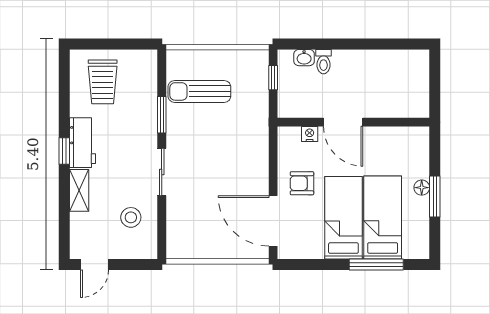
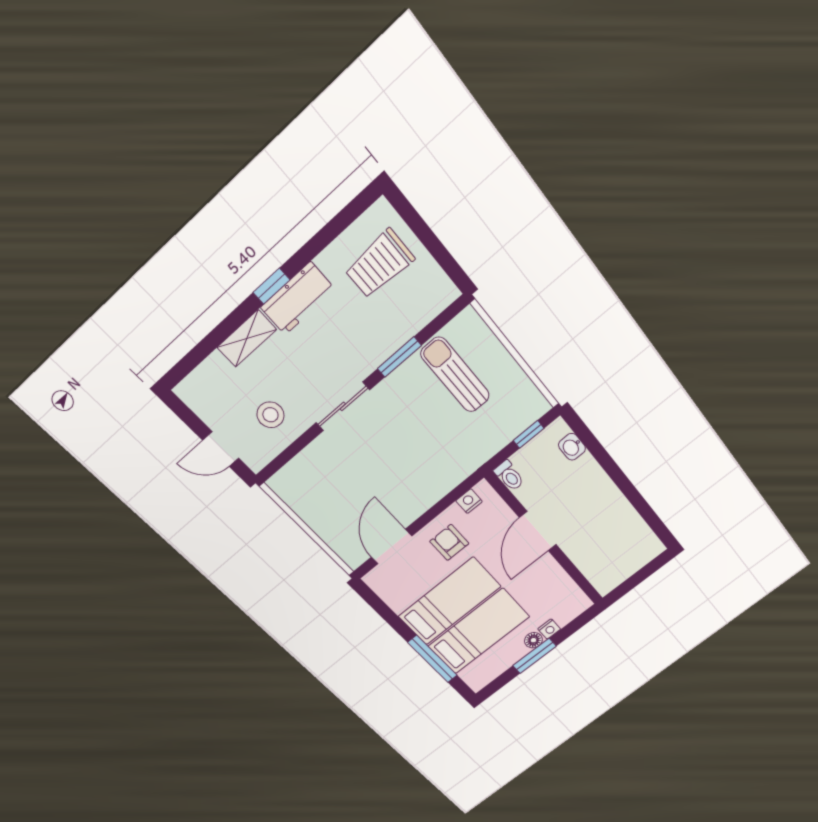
toilet: (324, 62) -> (509, 476), moved, turned -90
nightstand: (310, 134) -> (469, 501), moved, turned -90
nightstand: (422, 171) -> (549, 629), added
door: (273, 221) -> (392, 547), width x0.73
door: (94, 265) -> (221, 449), moved

